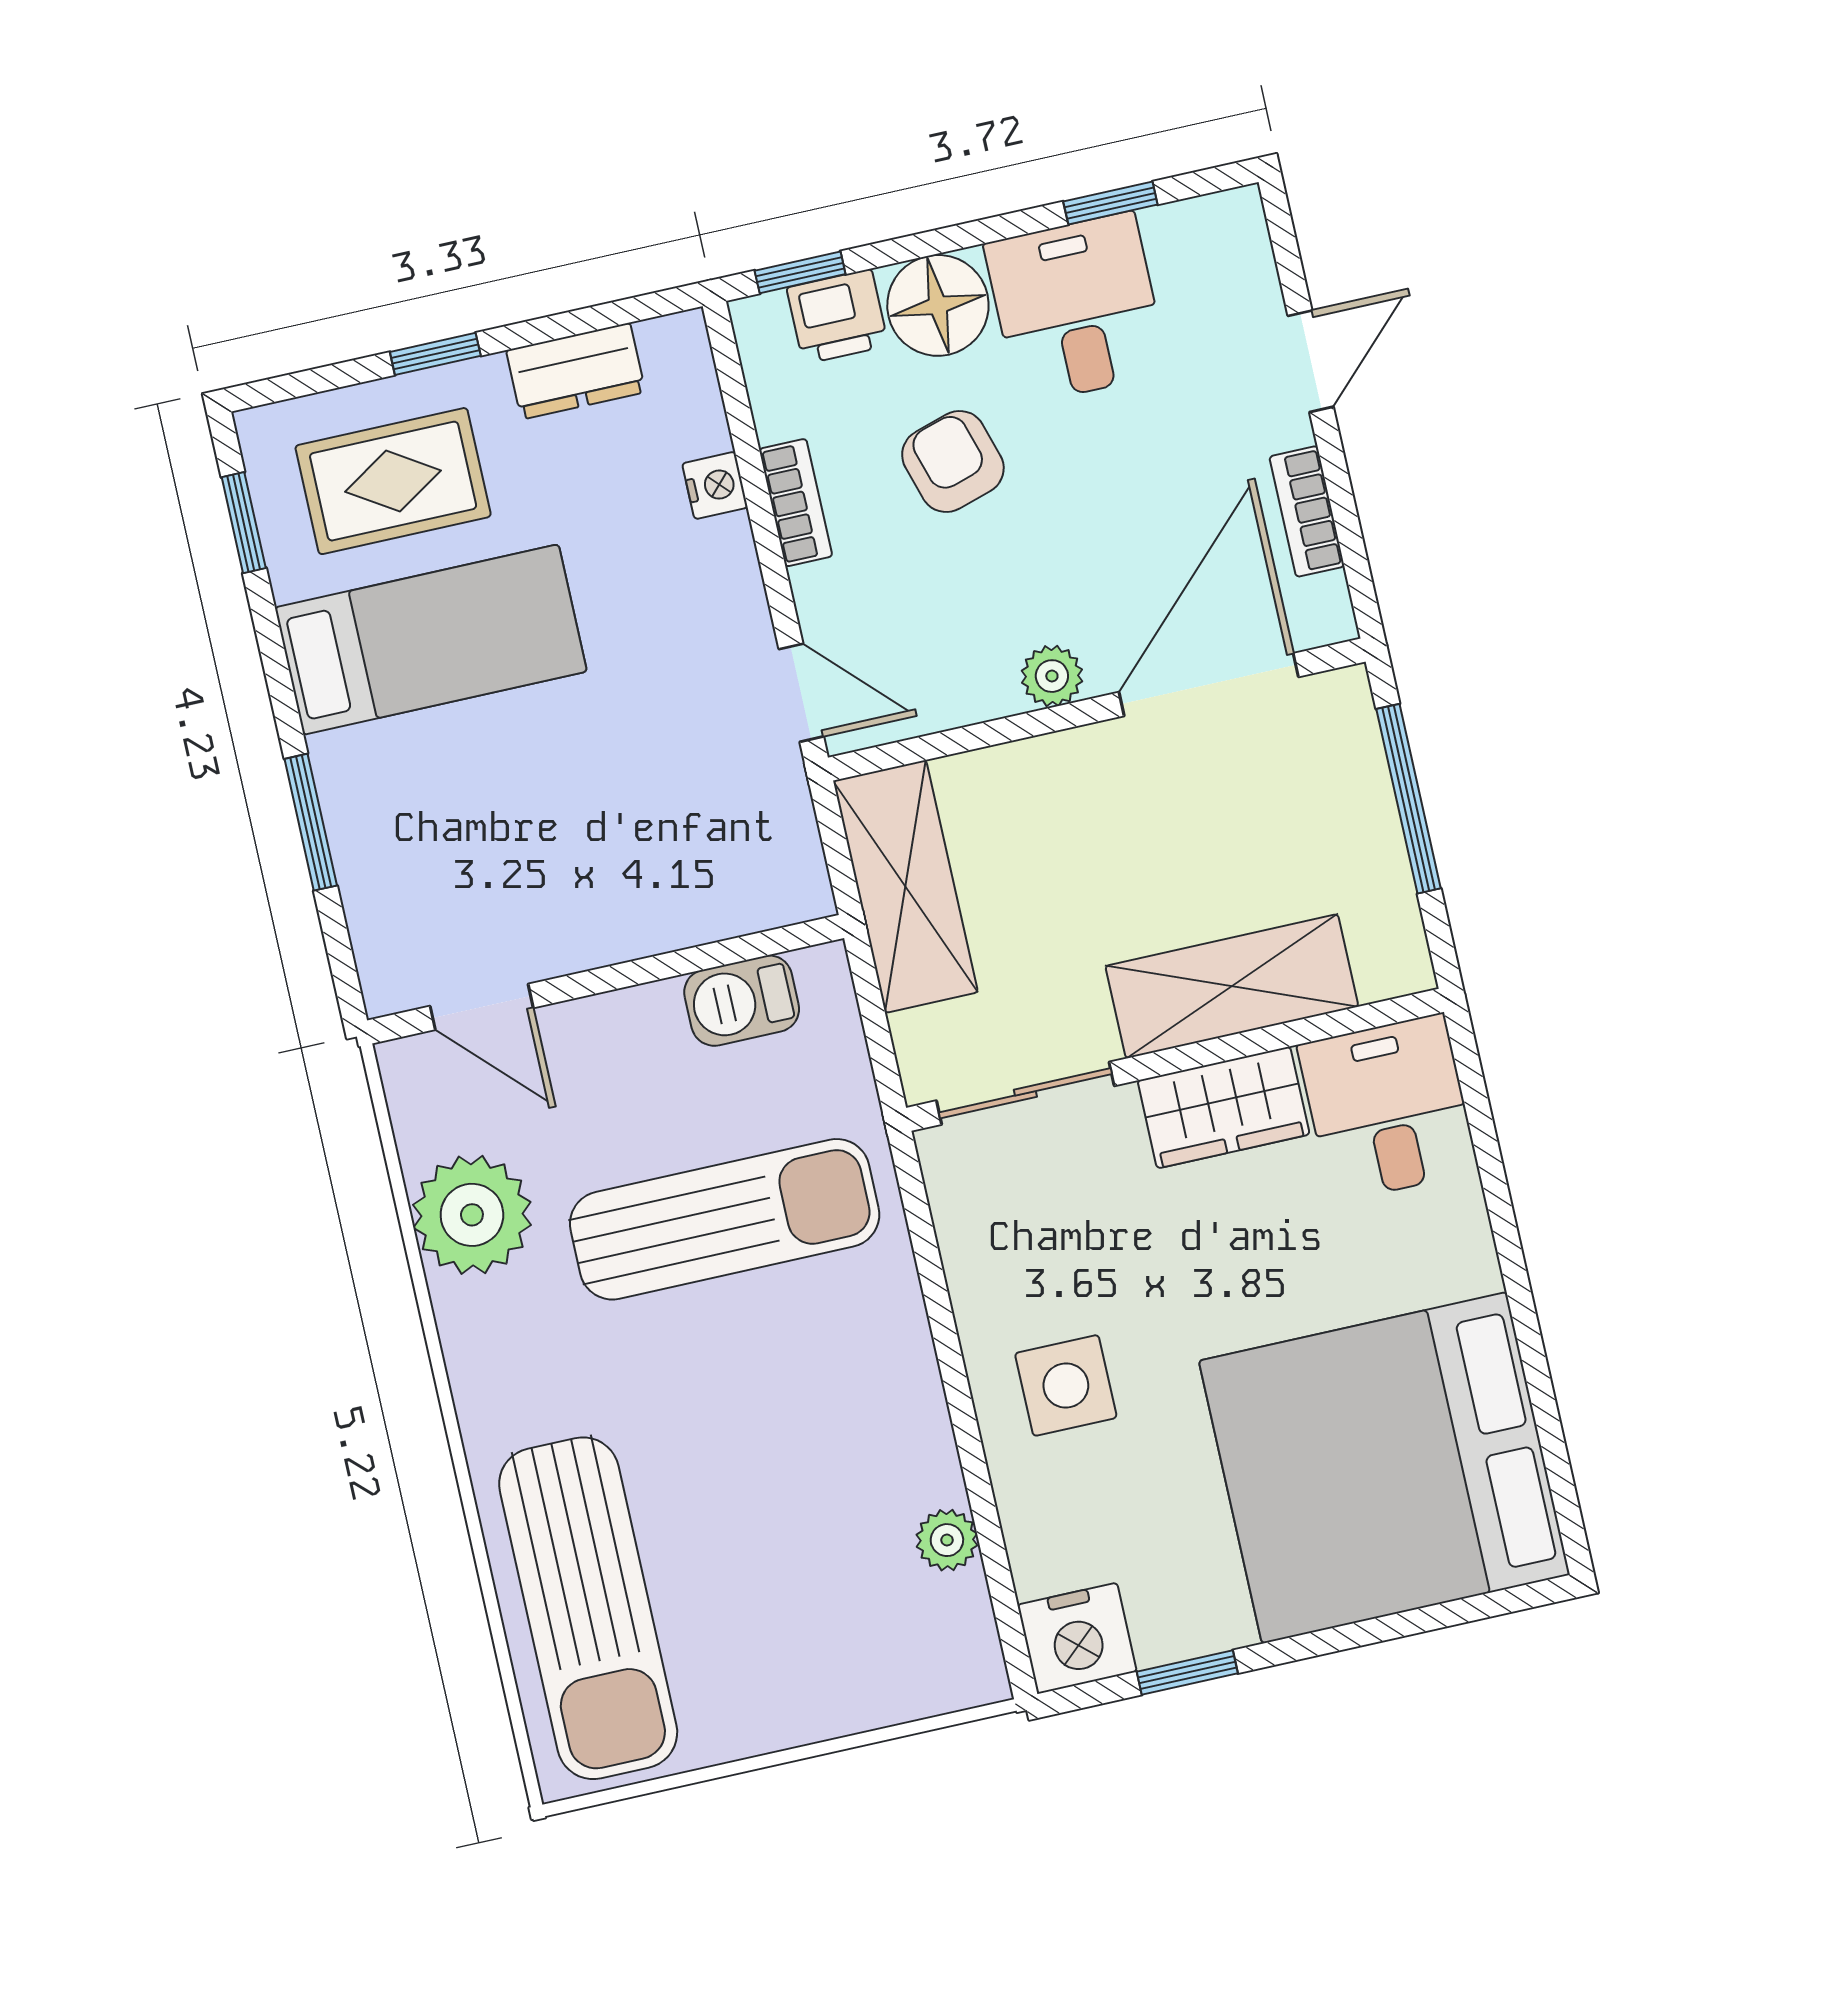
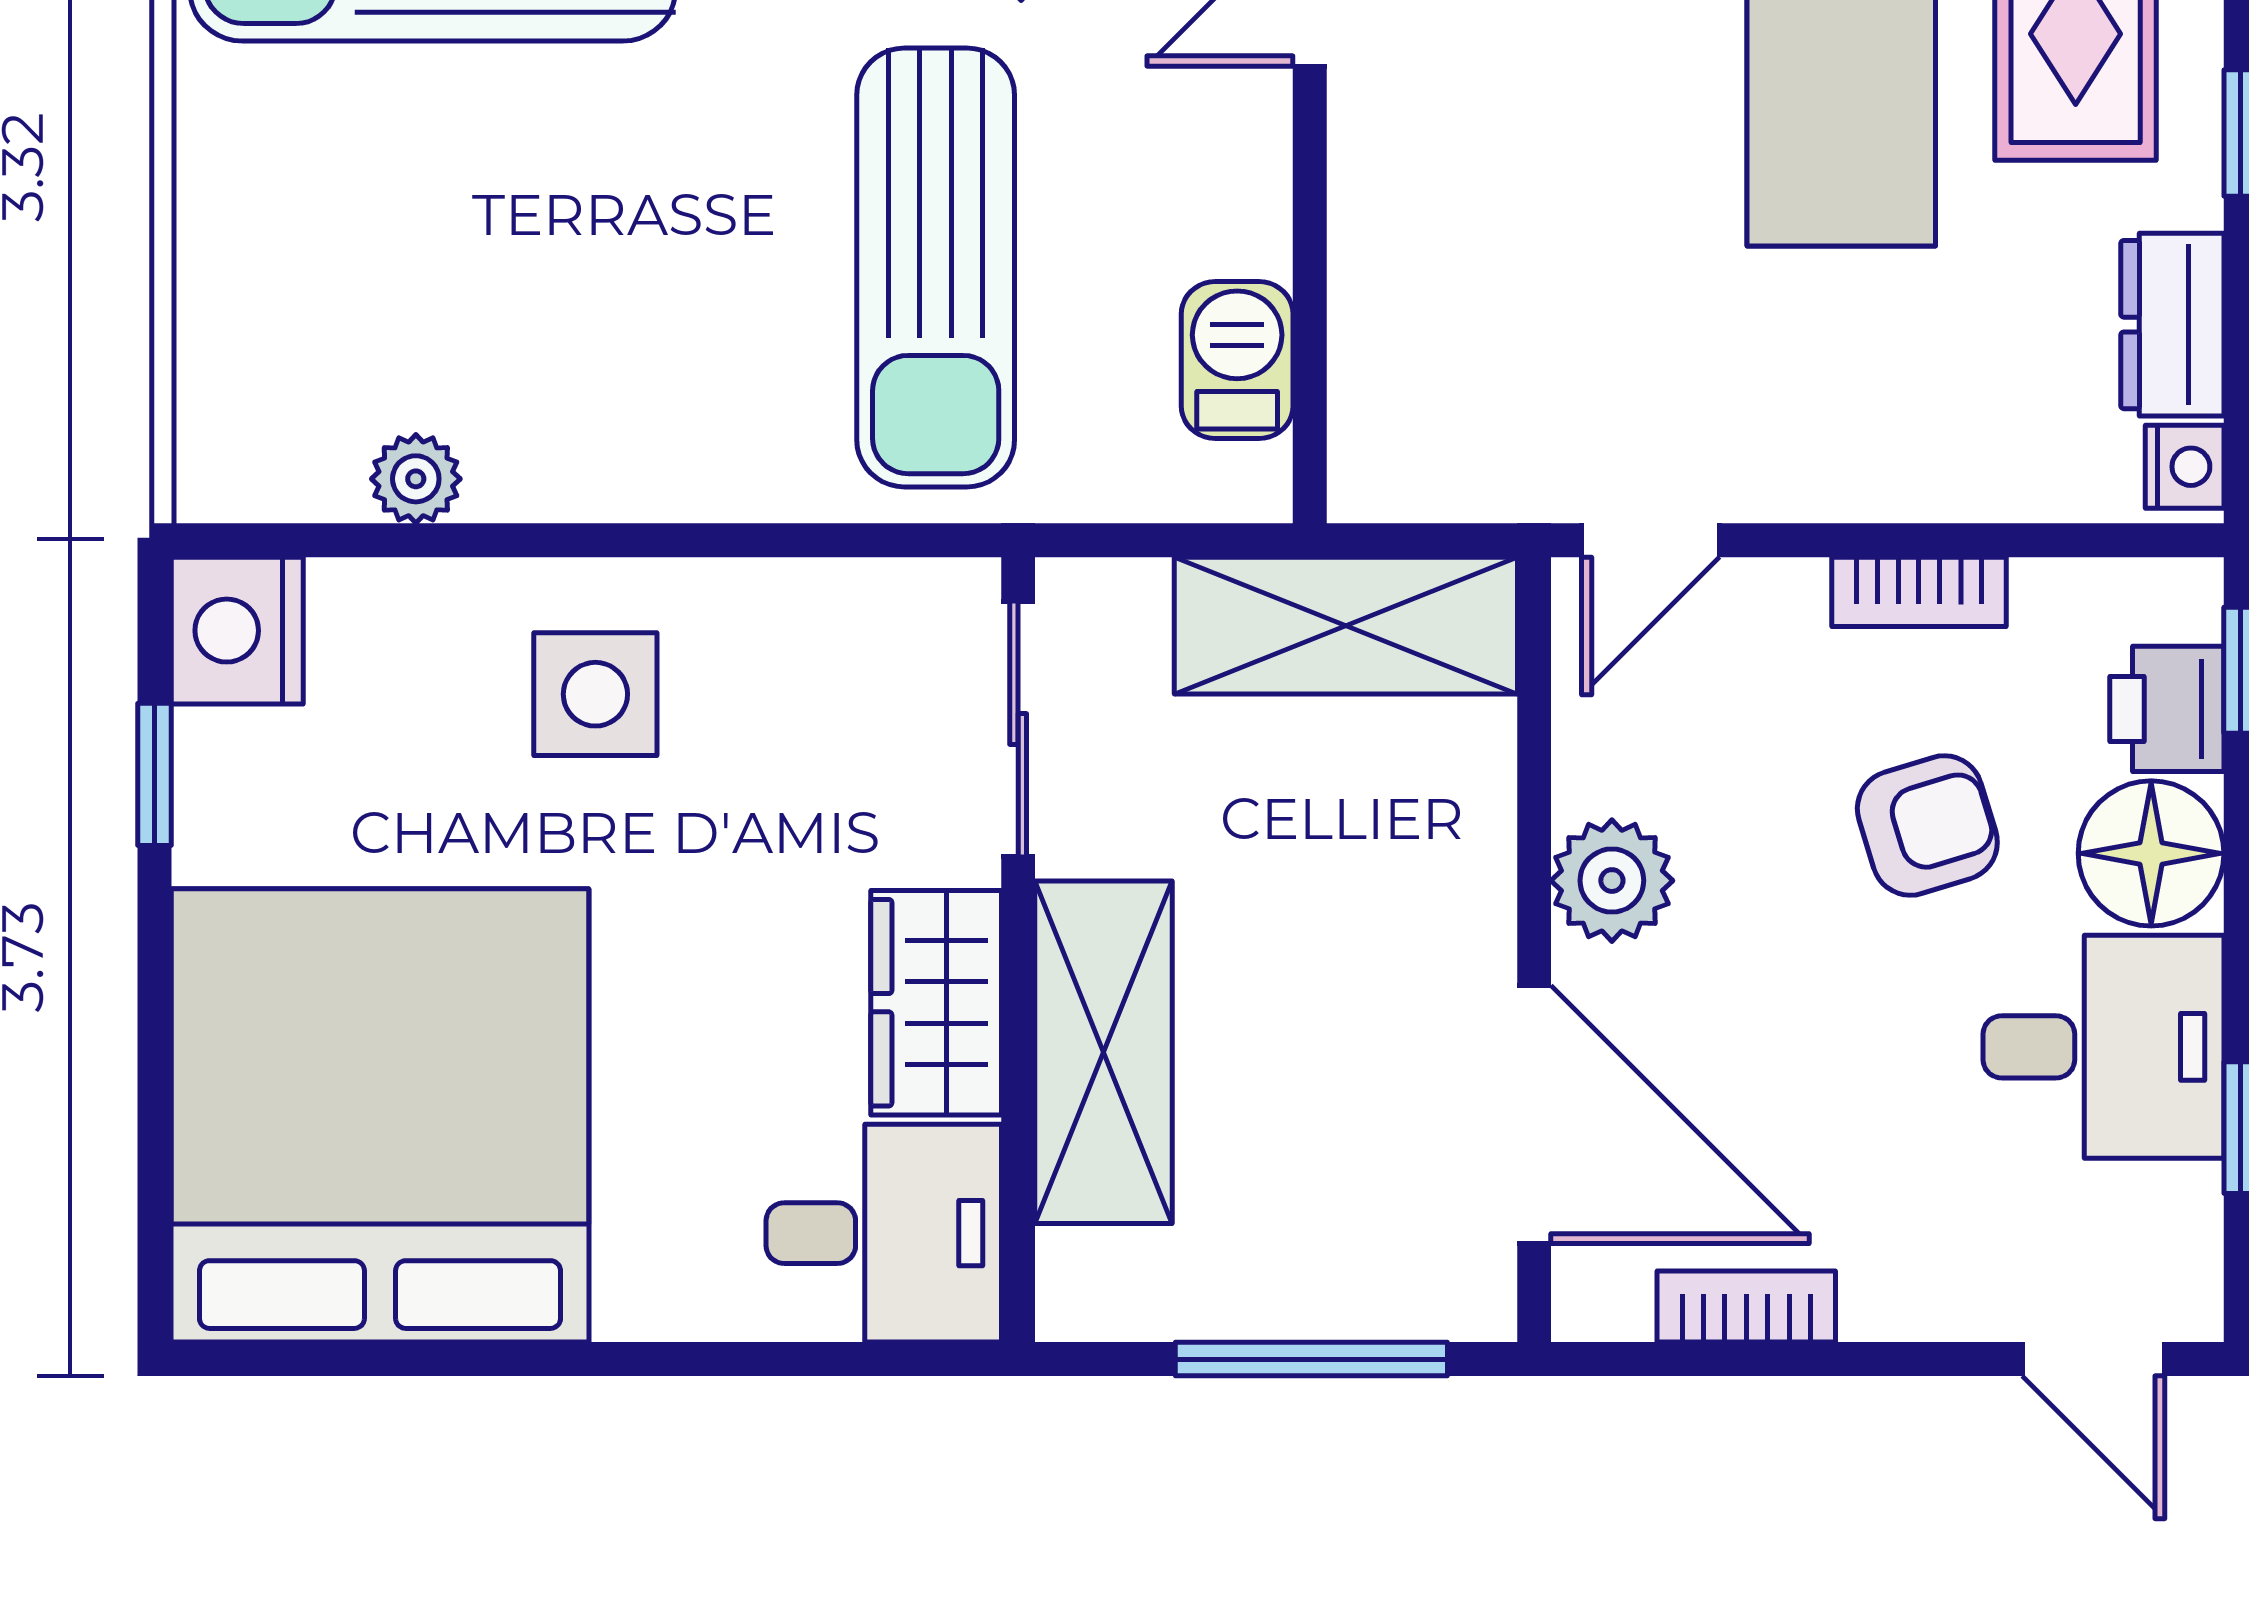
door: (1311, 361) -> (2093, 1359), moved
nightstand: (715, 485) -> (2185, 467), moved, turned -90
plant: (1052, 676) -> (1612, 881), width x1.38, depth x1.38

